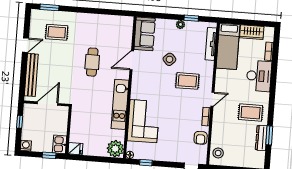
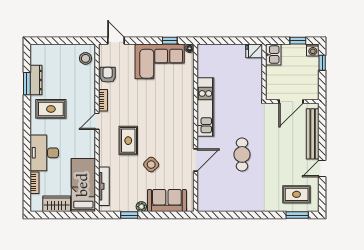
rug: (57, 32) -> (297, 194), moved
sofa: (145, 34) -> (167, 201), moved, turned 90
rug: (187, 81) -> (128, 141), turned 90
corner sofa: (143, 121) -> (160, 61), moved, turned -90
window: (20, 122) -> (322, 63), moved
plant: (115, 149) -> (207, 54), removed
window: (49, 155) -> (298, 41), moved

